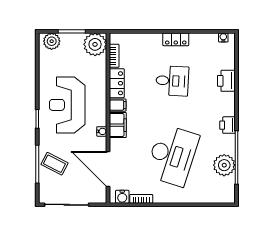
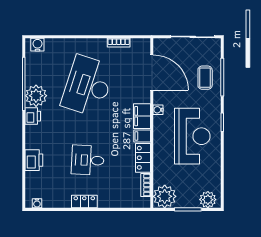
coffee table: (54, 164) -> (205, 78), turned 63
plant: (224, 165) -> (36, 96), moved
water cooler: (122, 197) -> (37, 45), moved

